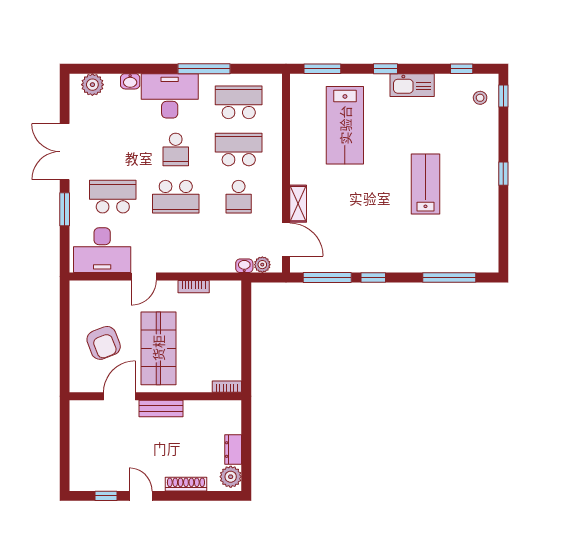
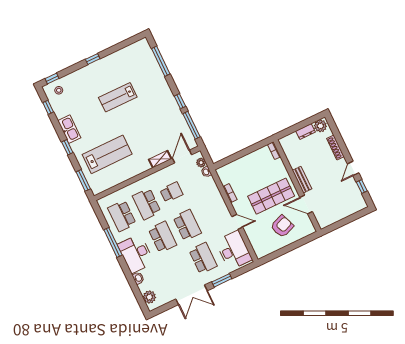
school desk: (176, 149) -> (162, 237), width x1.85
school desk: (113, 197) -> (203, 258), turned 180

